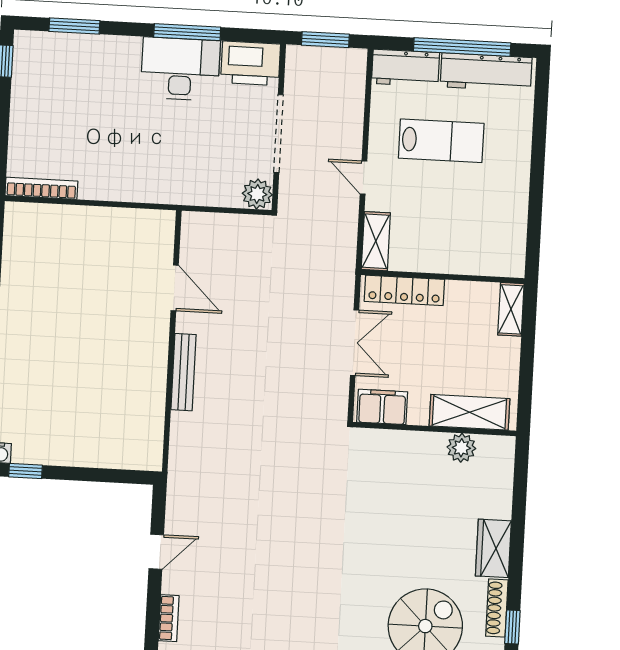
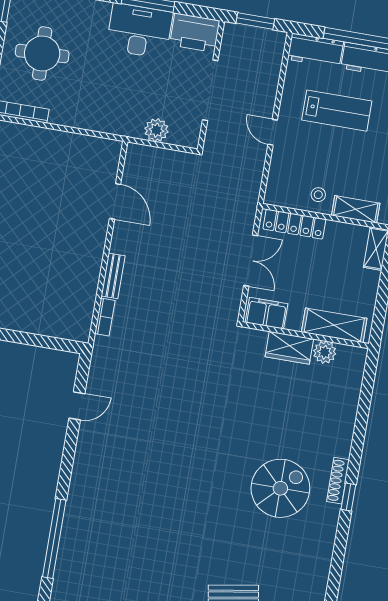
round table: (61, 112) -> (42, 54), added
plant: (257, 194) -> (156, 130), moved
shelving: (376, 241) -> (356, 209), moved, turned 90
stool: (430, 250) -> (318, 195), added
bench: (183, 372) -> (113, 276), width x0.73
wardrobe: (493, 548) -> (289, 348), moved, turned -90
bookcase: (169, 618) -> (105, 317), moved

